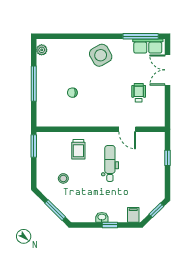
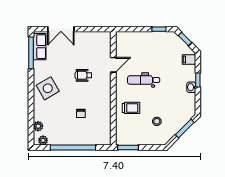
plant: (58, 44) -> (38, 126), added
window: (34, 84) -> (73, 147), width x1.46
wheelchair: (139, 93) -> (83, 75), moved
window: (167, 158) -> (159, 29), moved

